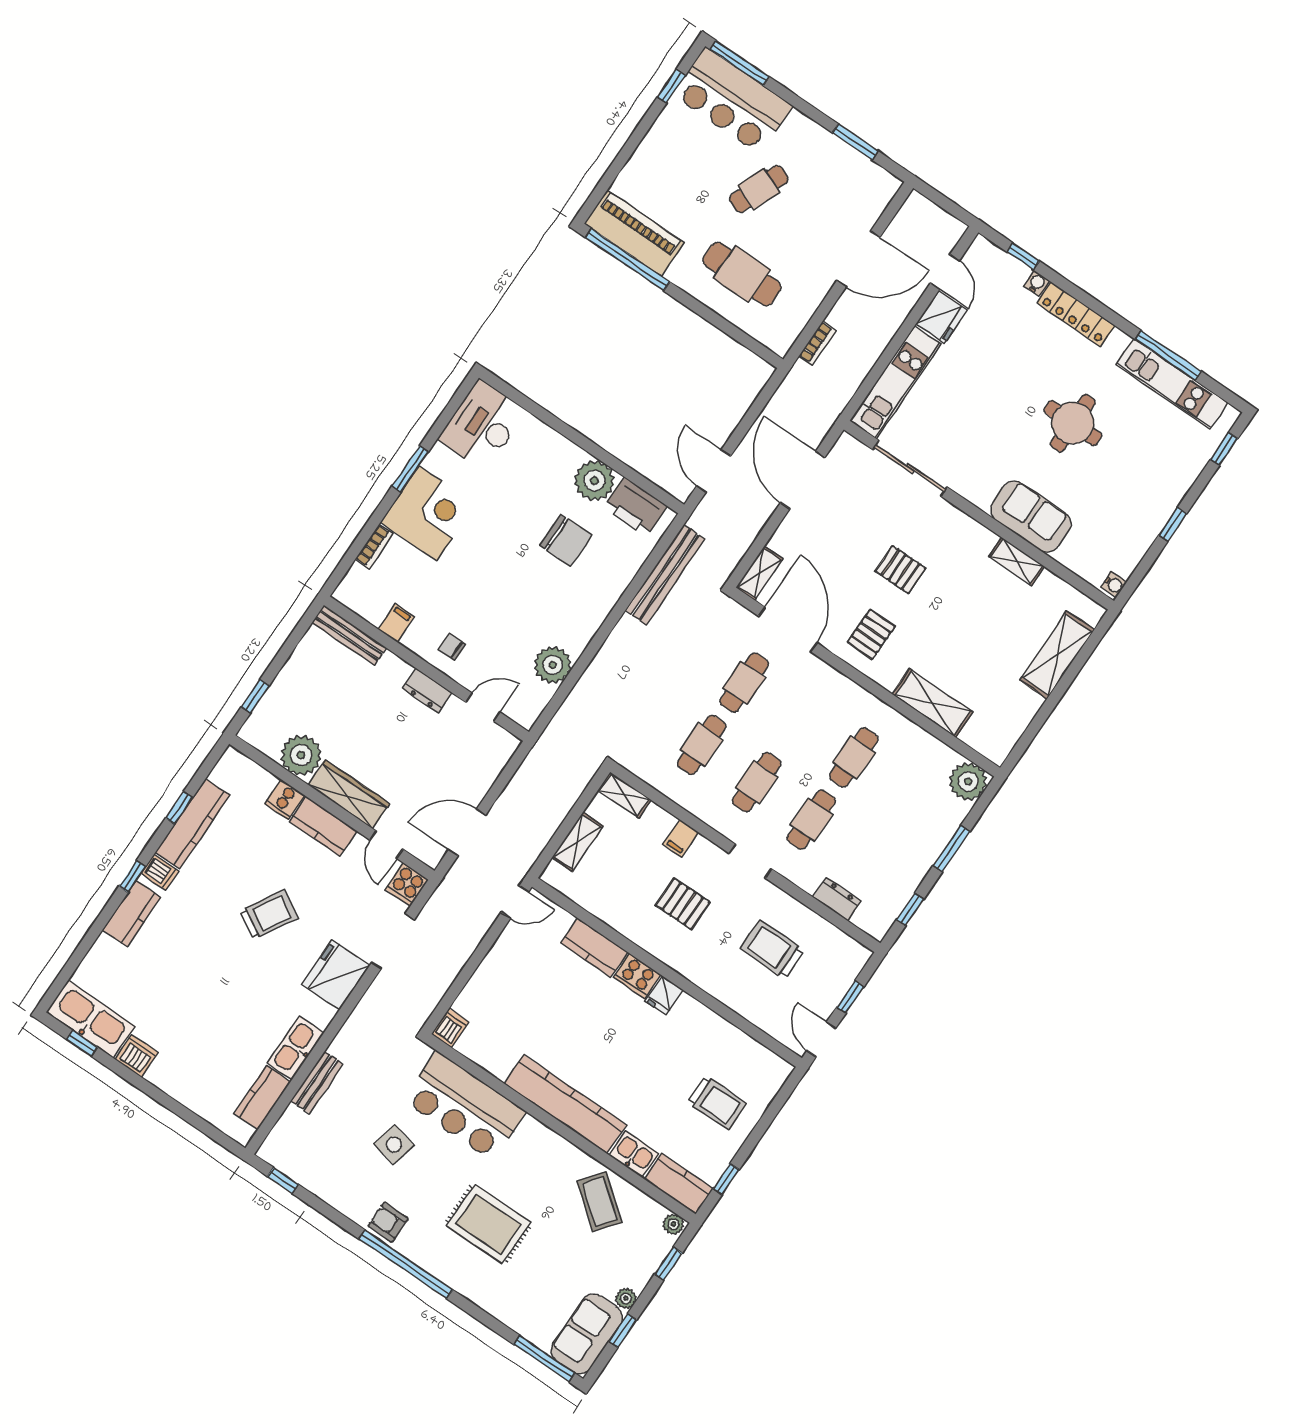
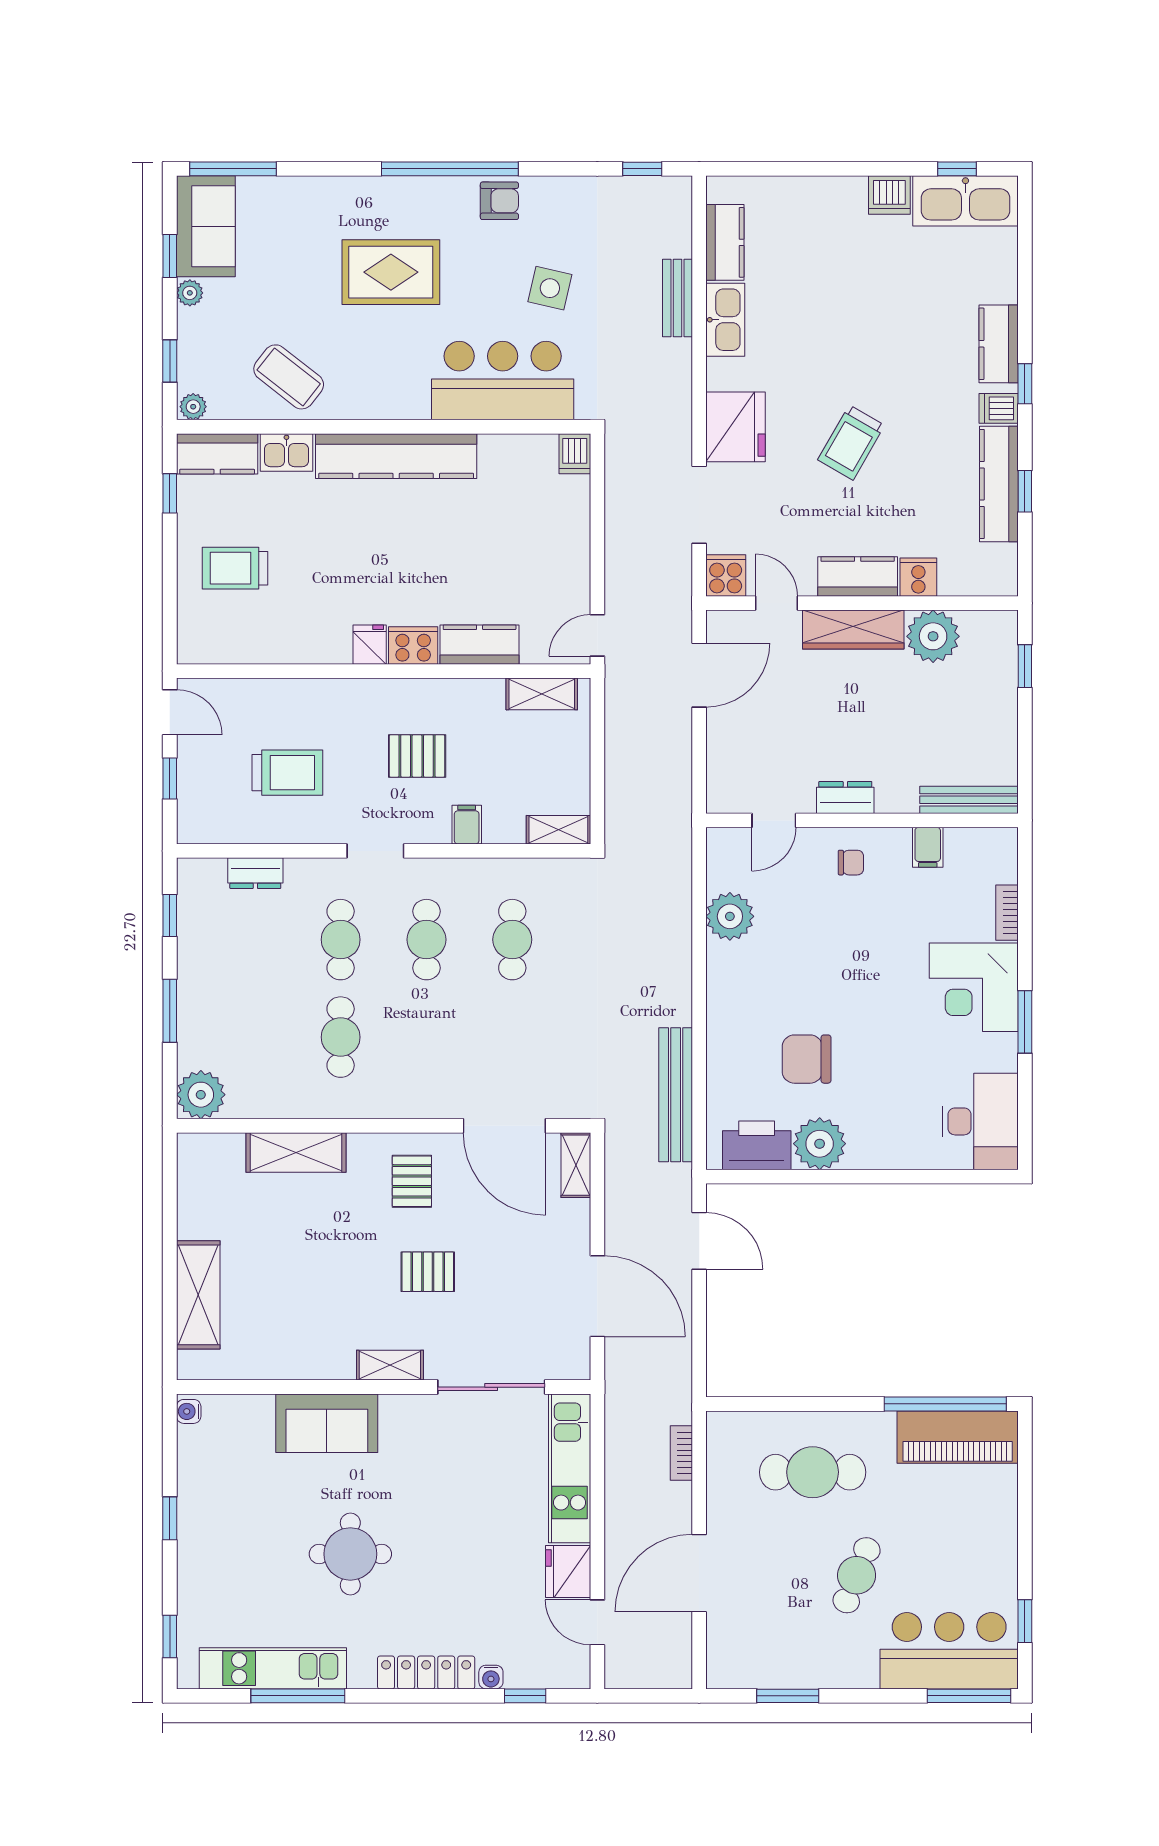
shelving: (1017, 561) -> (390, 1365), moved
cafe table: (744, 683) -> (512, 1037), removed
shelving: (577, 842) -> (542, 694), moved, turned 90

